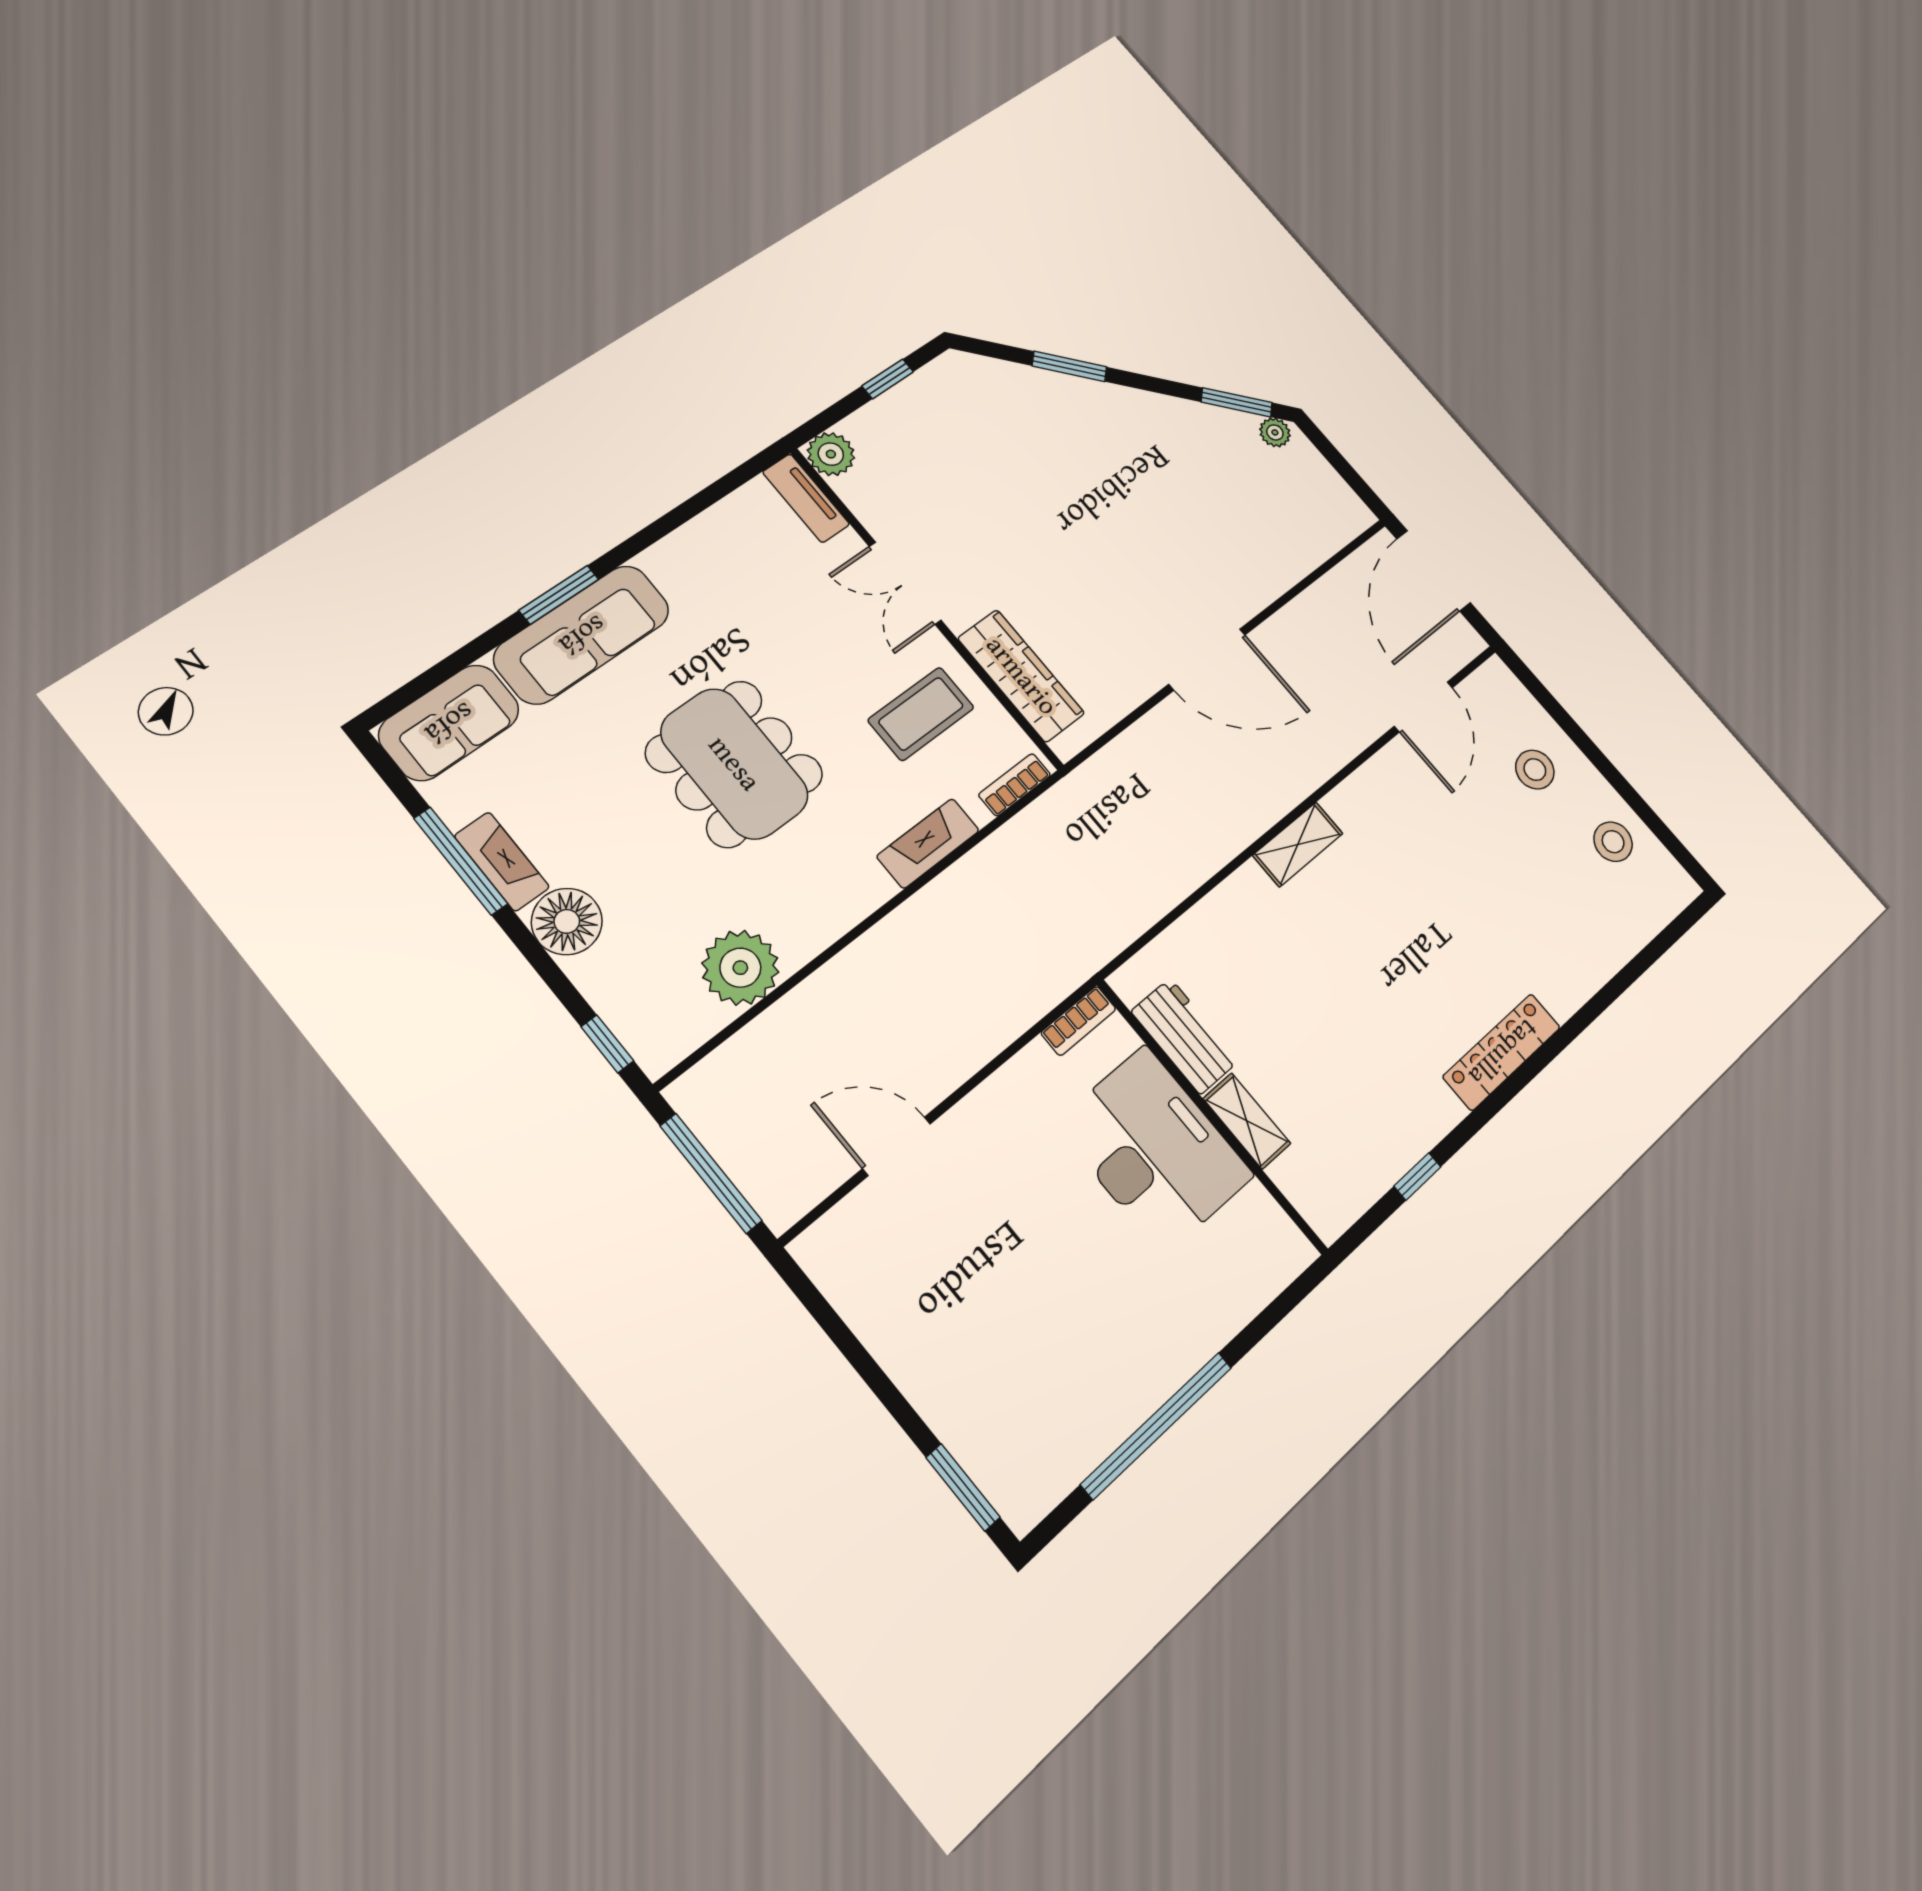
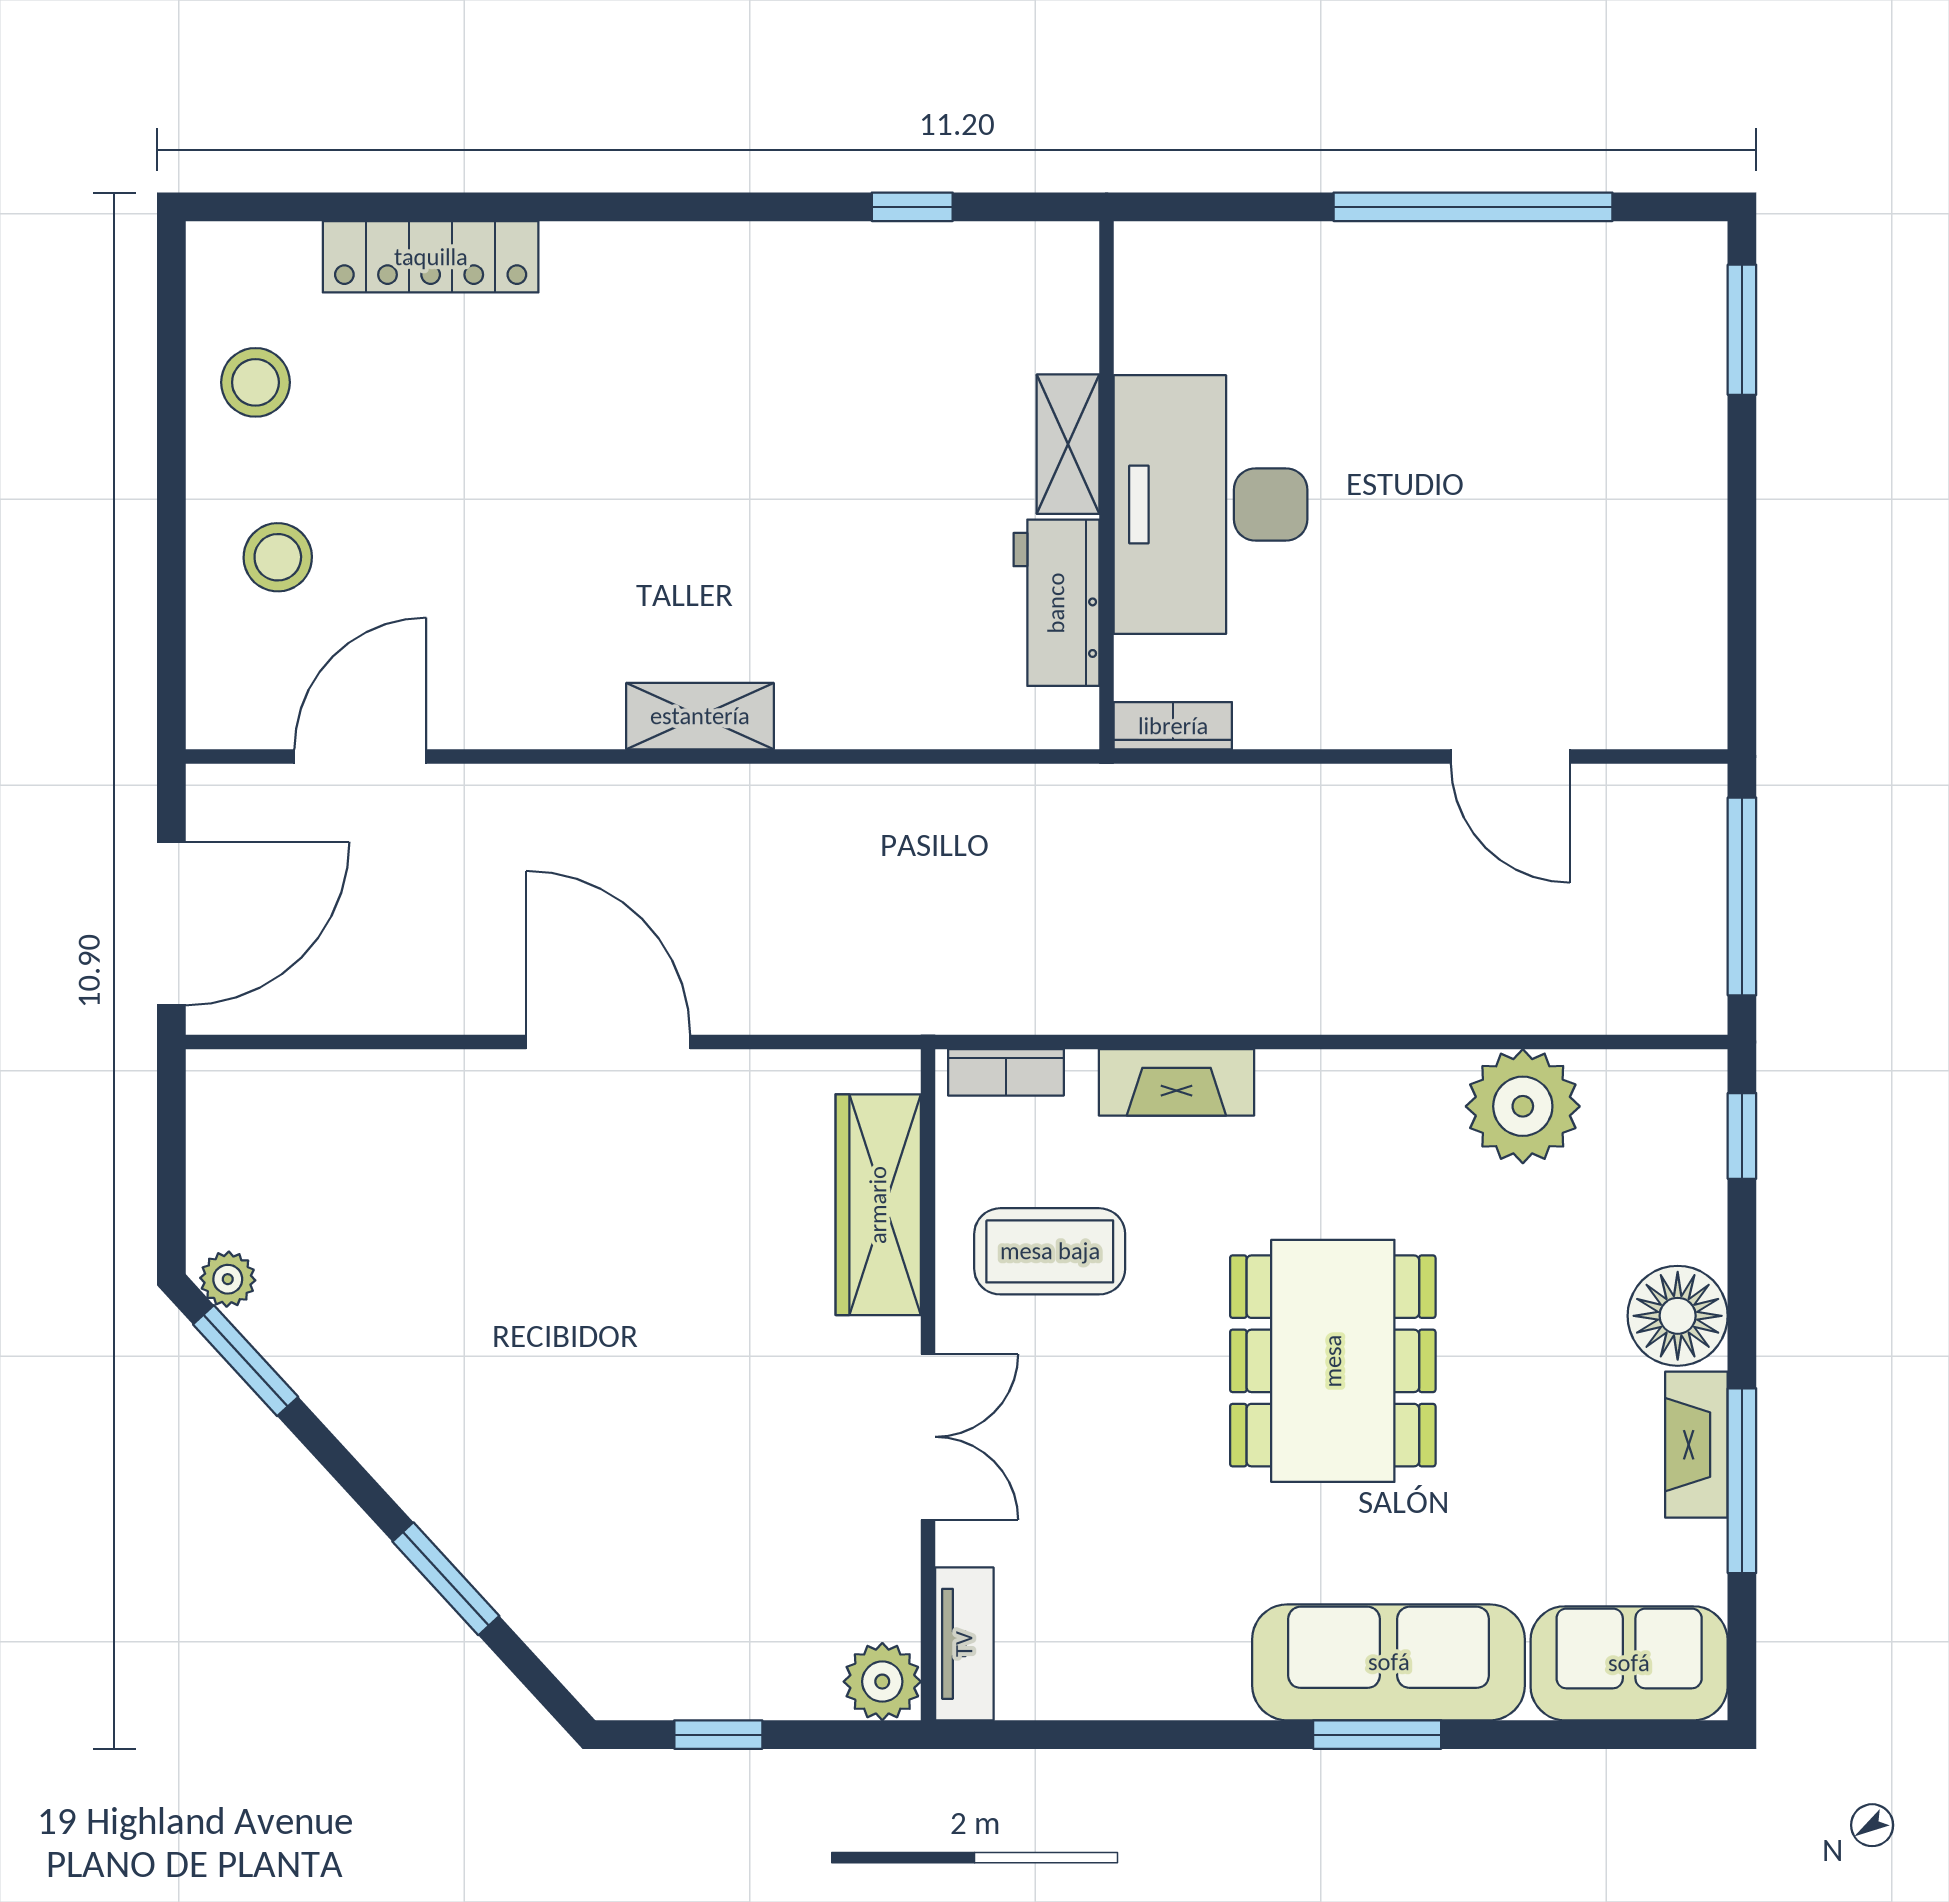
locker: (1502, 1052) -> (431, 257), moved

